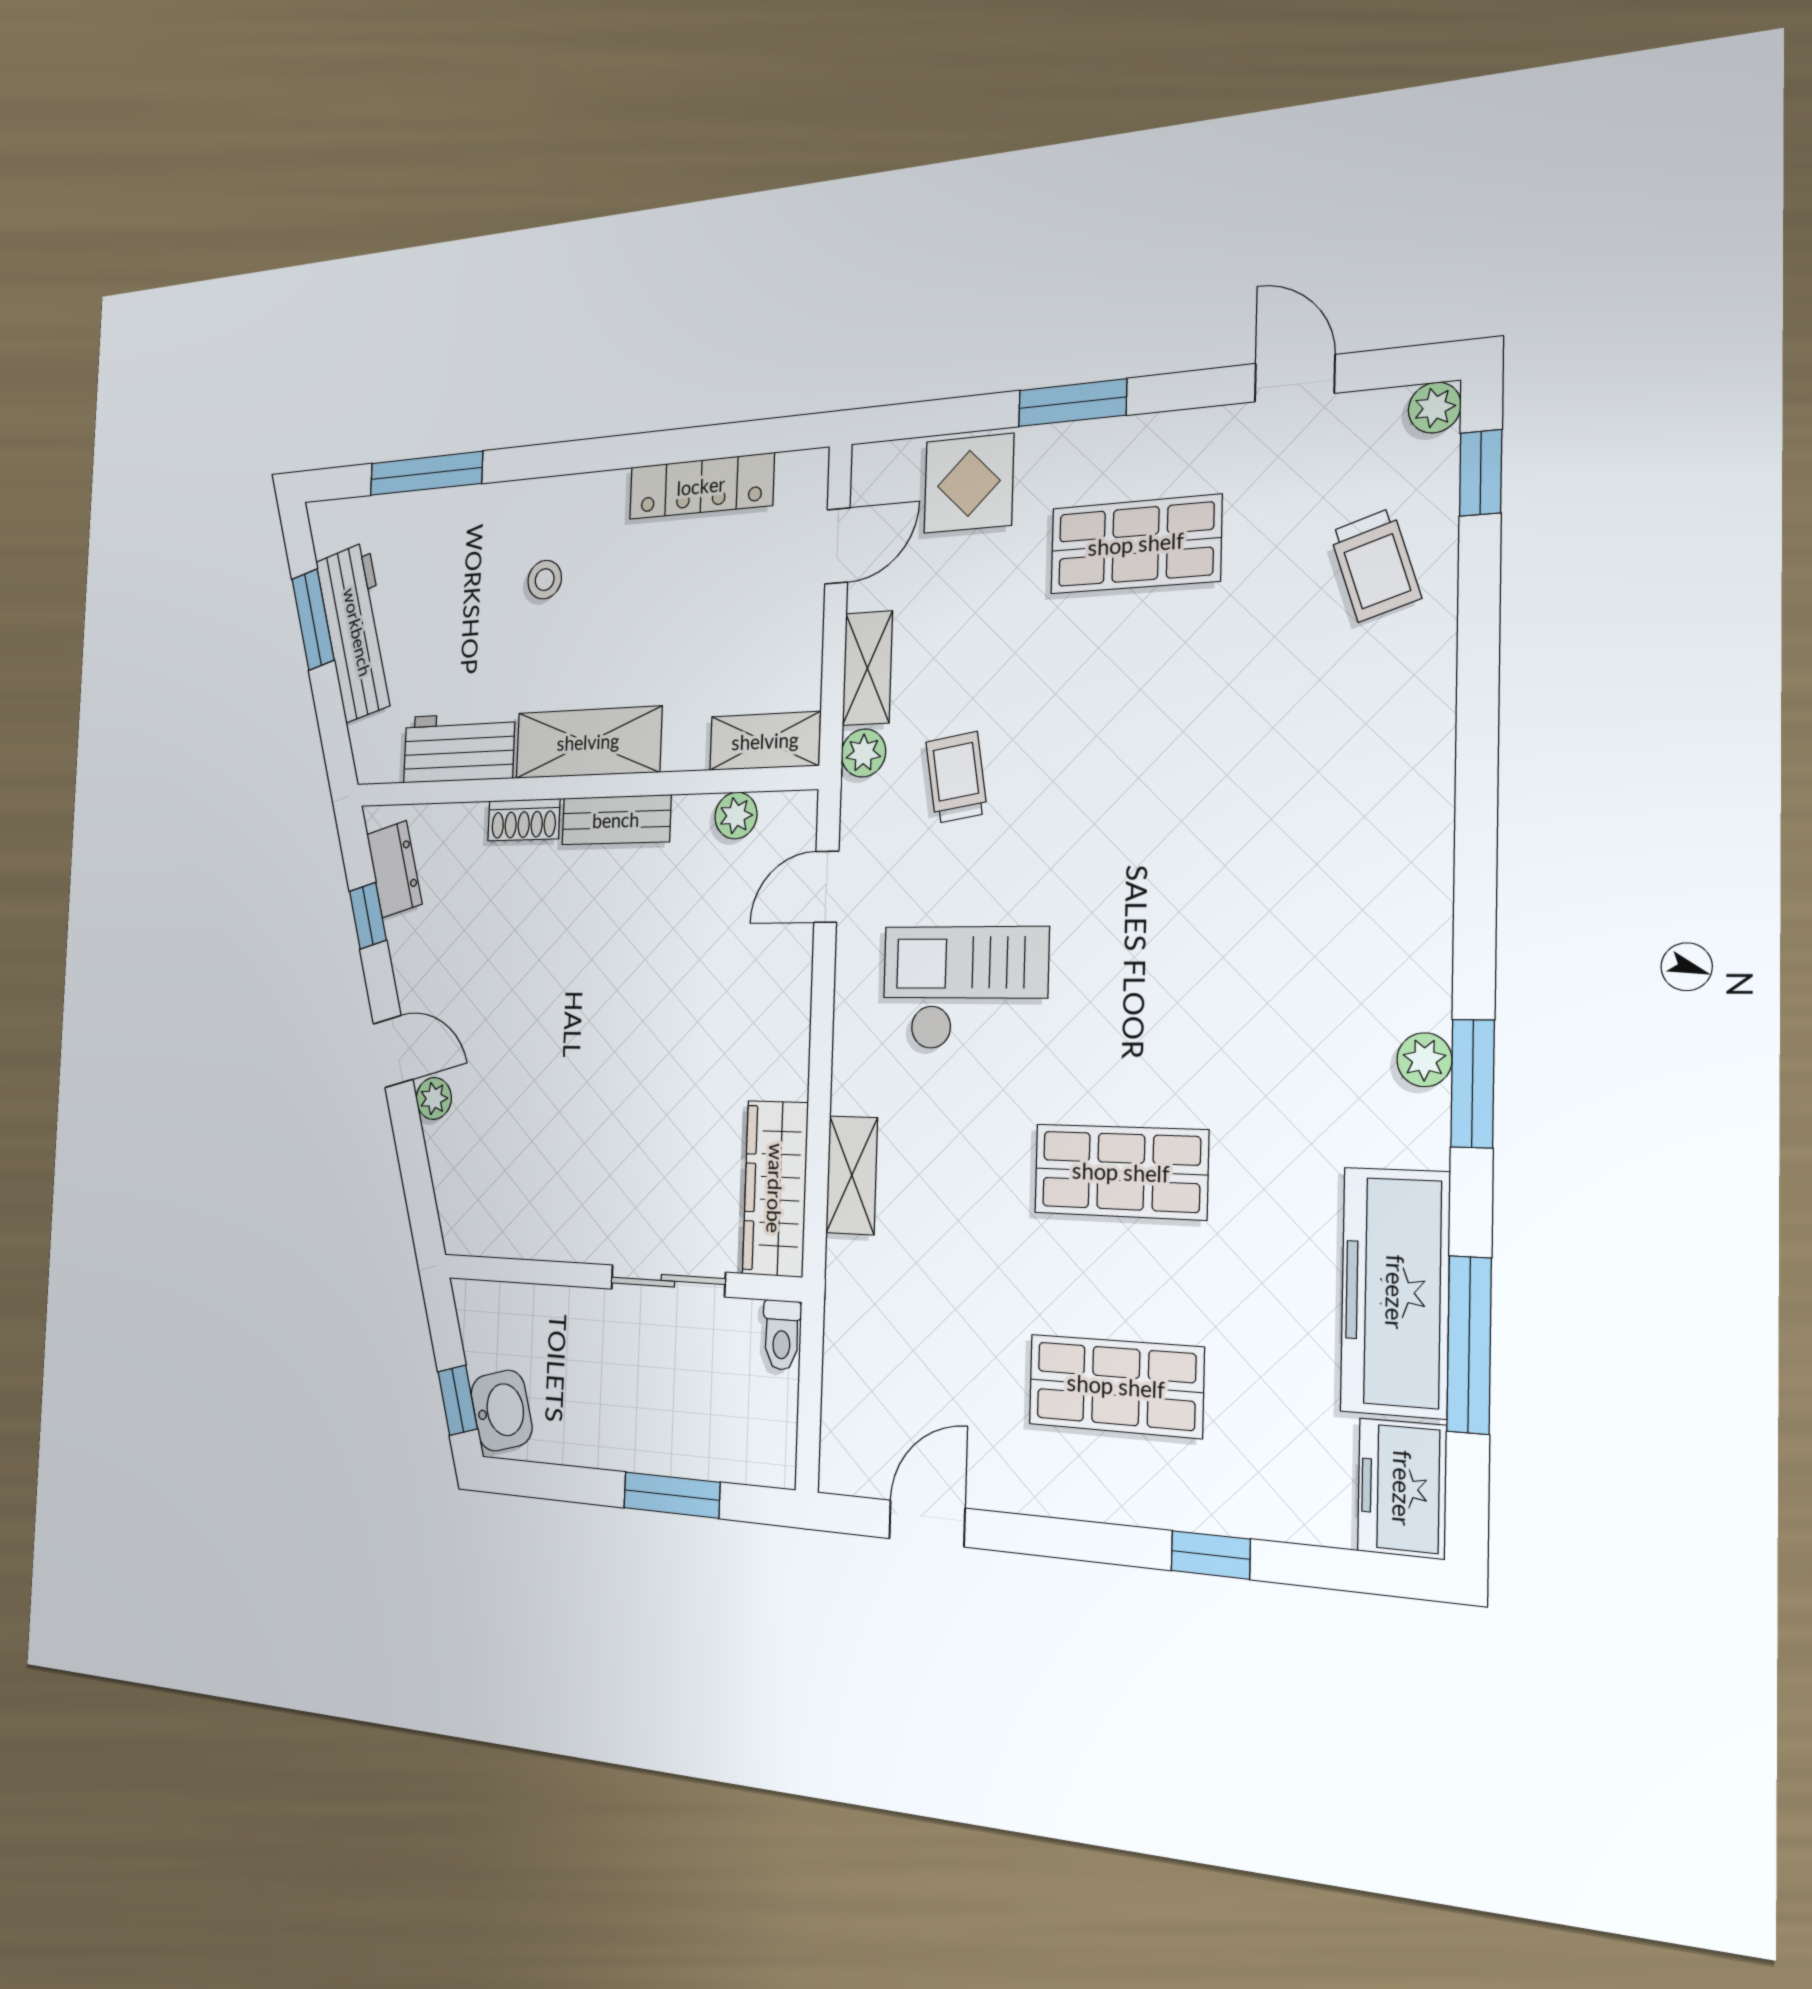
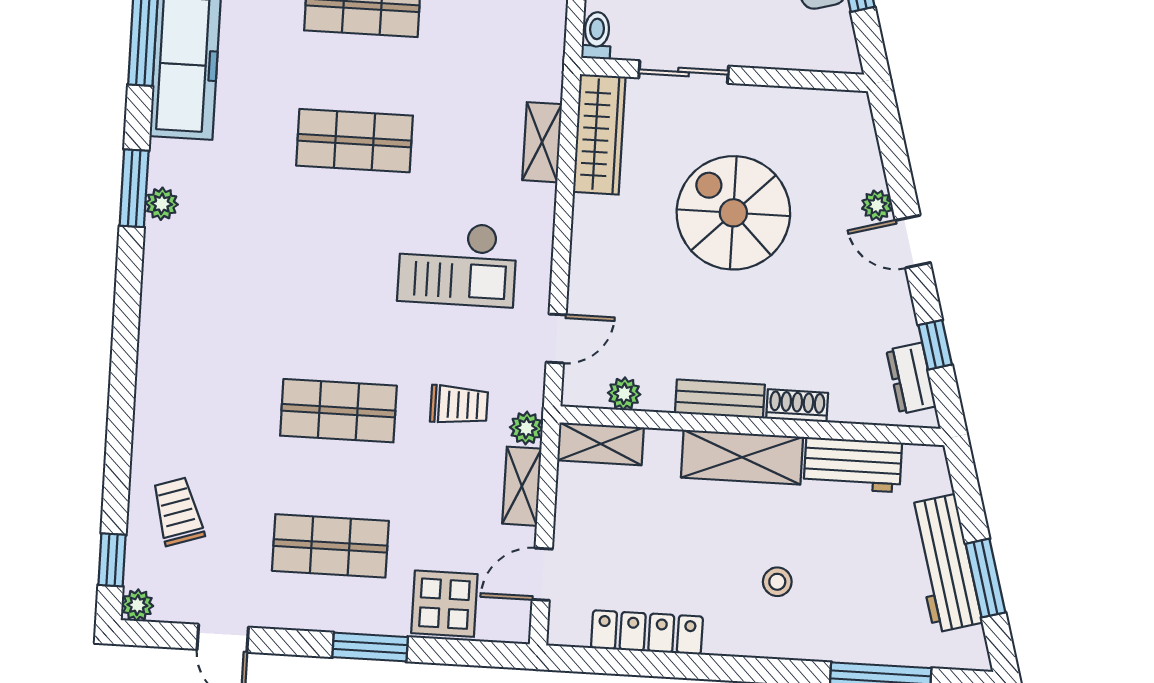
shop shelf: (1131, 751) -> (338, 411), added
trolley: (956, 777) -> (459, 405), turned -81
spiral stairs: (603, 1081) -> (733, 213), added

